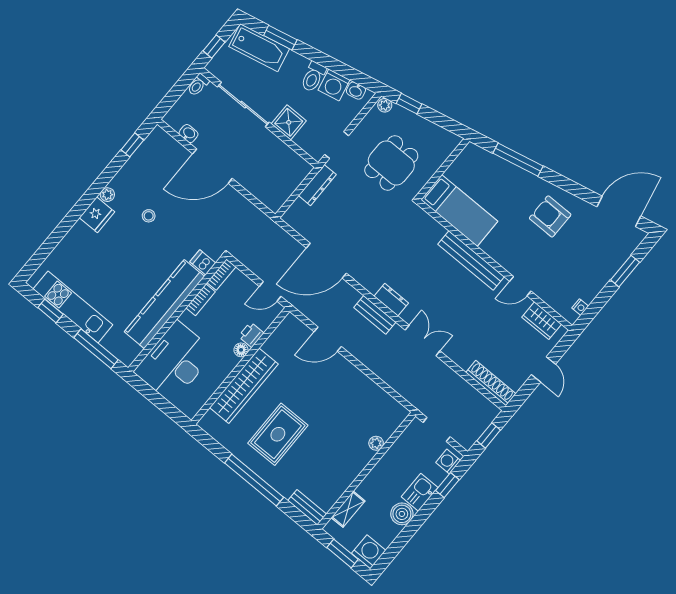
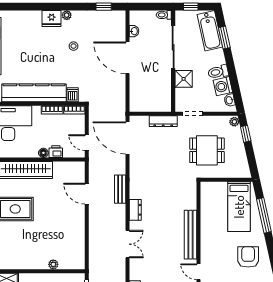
bed: (459, 210) -> (239, 207), moved
door: (326, 261) -> (127, 138), moved
bench: (375, 315) -> (120, 189), moved

